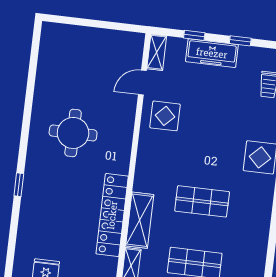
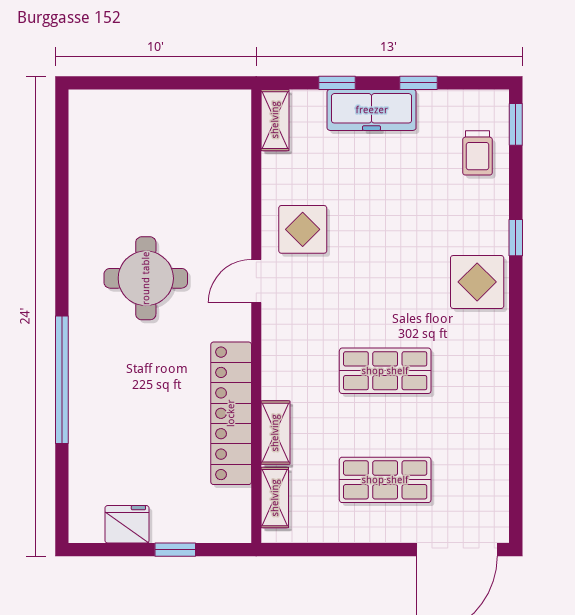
door: (142, 83) -> (256, 281), moved
window: (19, 185) -> (62, 380), width x3.17
shelving: (140, 220) -> (275, 433), width x0.67, depth x0.75

